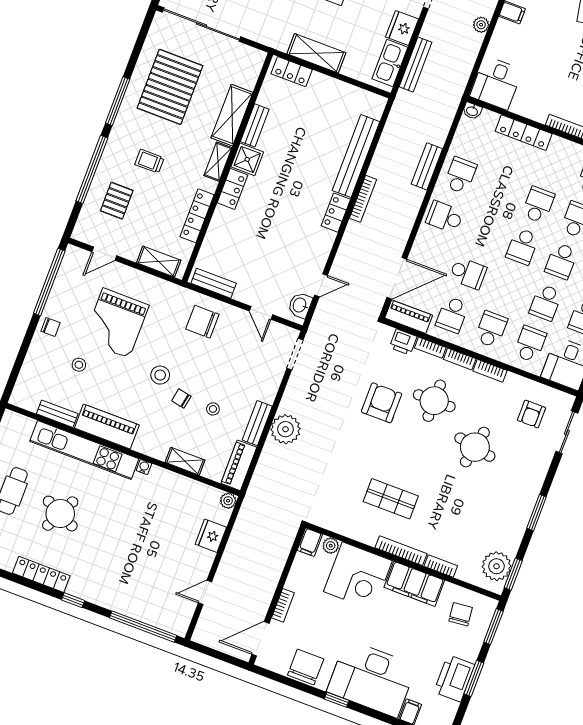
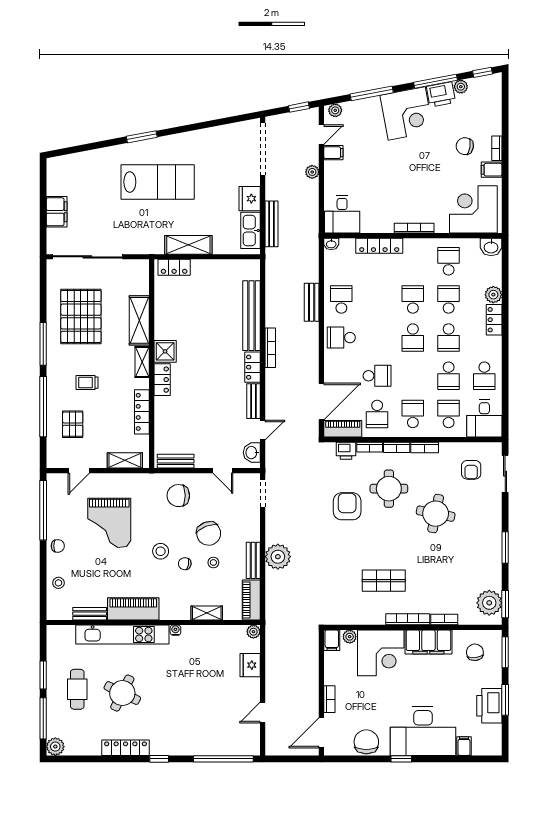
bench: (255, 125) -> (254, 401), moved
stool: (79, 365) -> (58, 583), moved
chair: (220, 375) -> (209, 533), added

